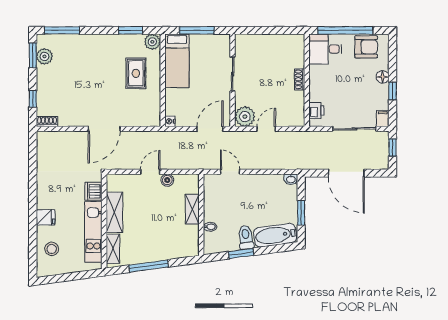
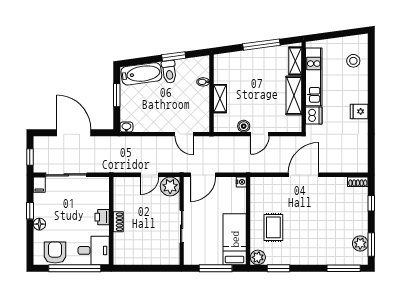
armchair: (366, 47) -> (55, 253), turned 90
printer: (316, 110) -> (102, 217), moved
fridge: (46, 217) -> (359, 111), moved

